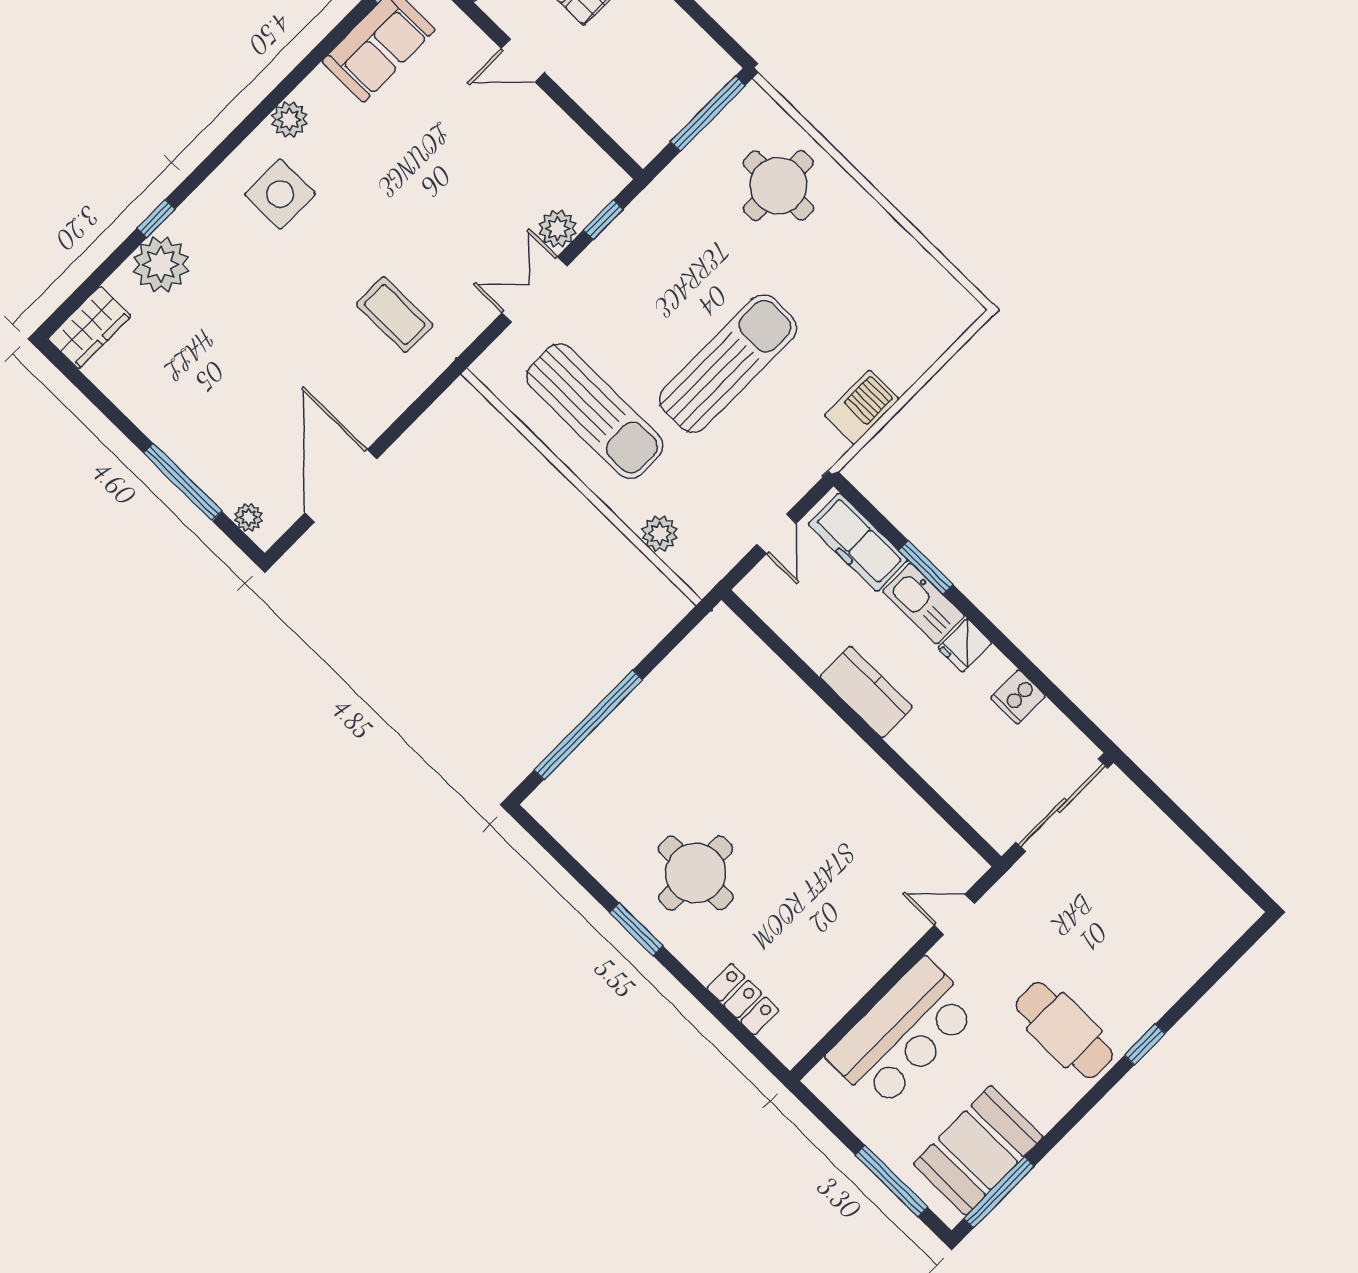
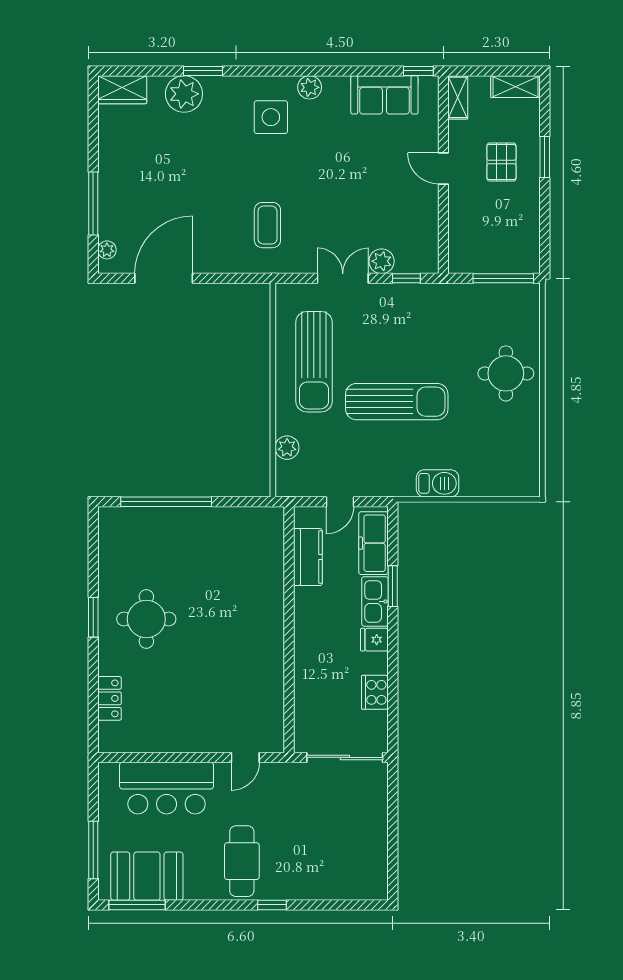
round table: (778, 186) -> (506, 373), moved
window: (156, 219) -> (203, 71), width x1.50
kitchen counter: (866, 692) -> (308, 557), moved
cooker: (1018, 697) -> (375, 692), width x1.36
door: (954, 914) -> (245, 757), swing flipped

